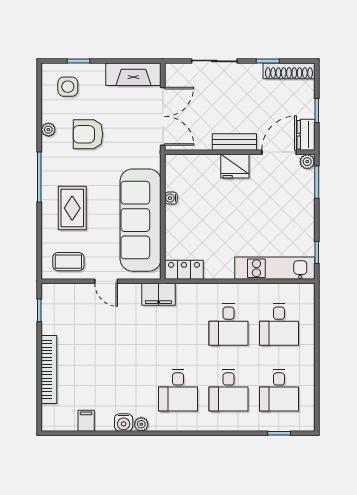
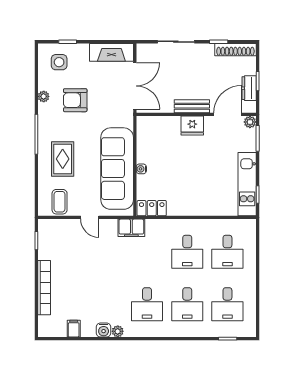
dresser: (306, 135) -> (249, 88), moved
water cooler: (171, 198) -> (141, 169), moved
coffee table: (68, 262) -> (60, 202), turned 90
kitchen unit: (275, 268) -> (247, 184), moved, turned -90

